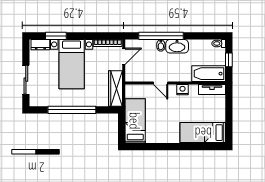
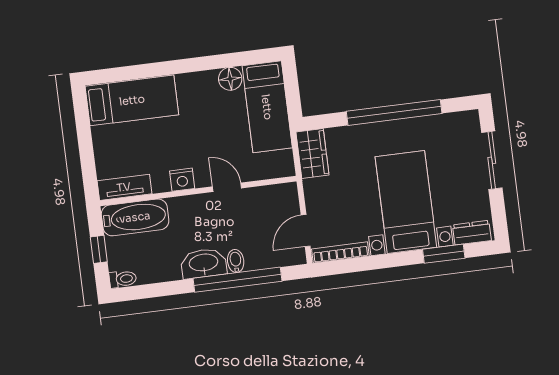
wardrobe: (115, 88) -> (312, 154), width x0.67
floor lamp: (152, 137) -> (230, 79), added

